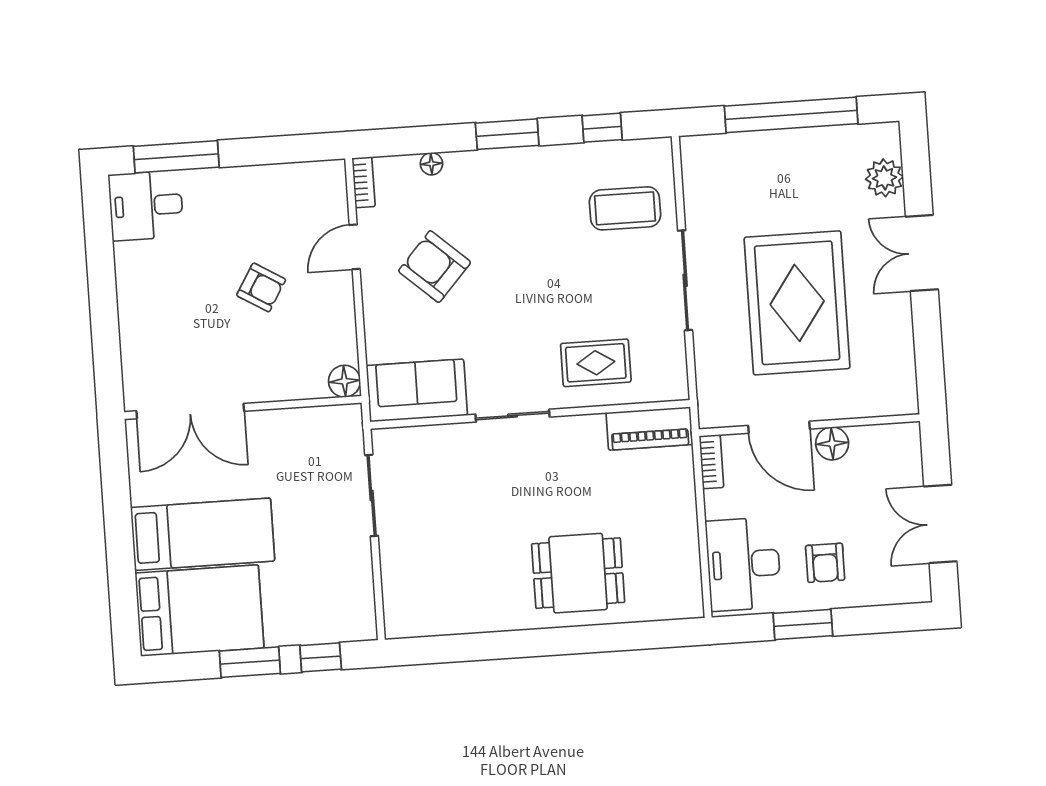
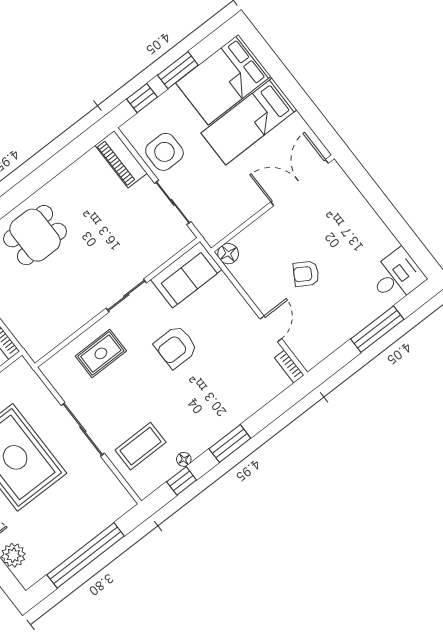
window: (176, 157) -> (377, 329), moved
floor lamp: (431, 164) -> (184, 459), moved
armchair: (435, 267) -> (176, 347), moved, turned 138
piano: (649, 429) -> (121, 159), moved, turned -90
side table: (338, 568) -> (164, 152), added

